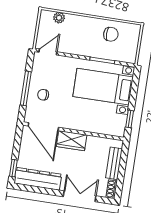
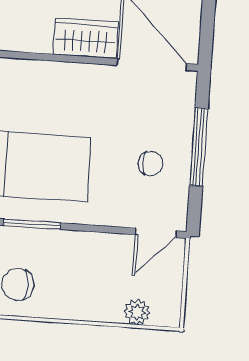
chair: (43, 95) -> (151, 163), moved

